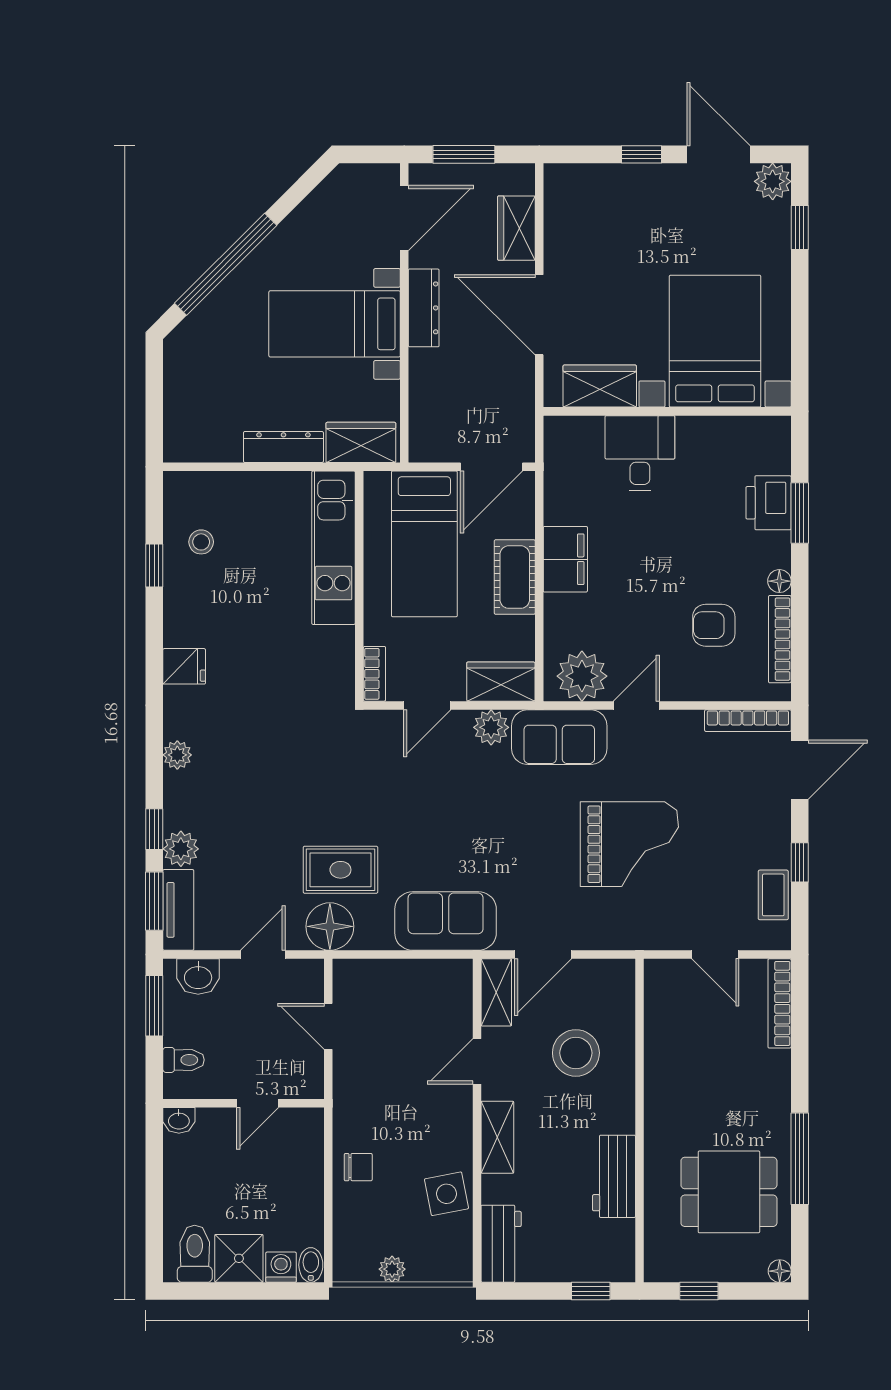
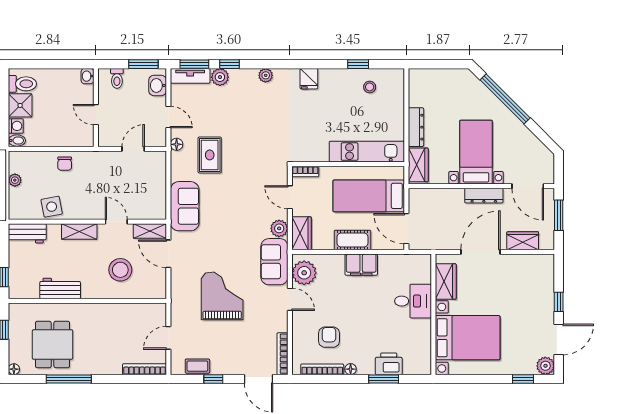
grand piano: (629, 844) -> (222, 296), turned 180
floor lamp: (330, 926) -> (177, 144), width x0.53, depth x0.53

